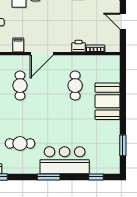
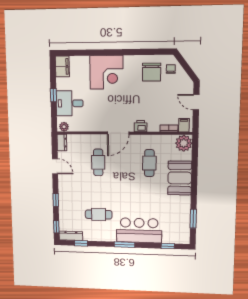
filing cabinet: (18, 45) -> (184, 125), moved
printer: (78, 46) -> (141, 126), moved
plant: (111, 64) -> (184, 143), added

